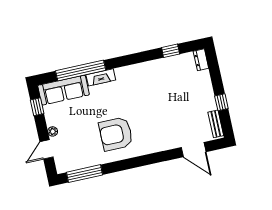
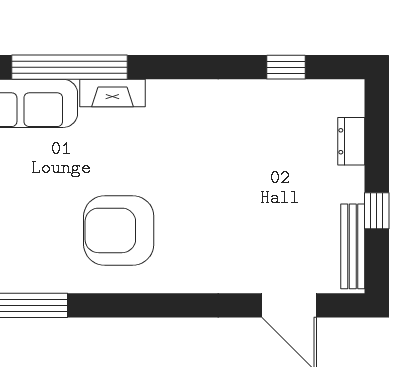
dresser: (201, 60) -> (351, 141), moved
bench: (216, 124) -> (353, 246), width x1.36

